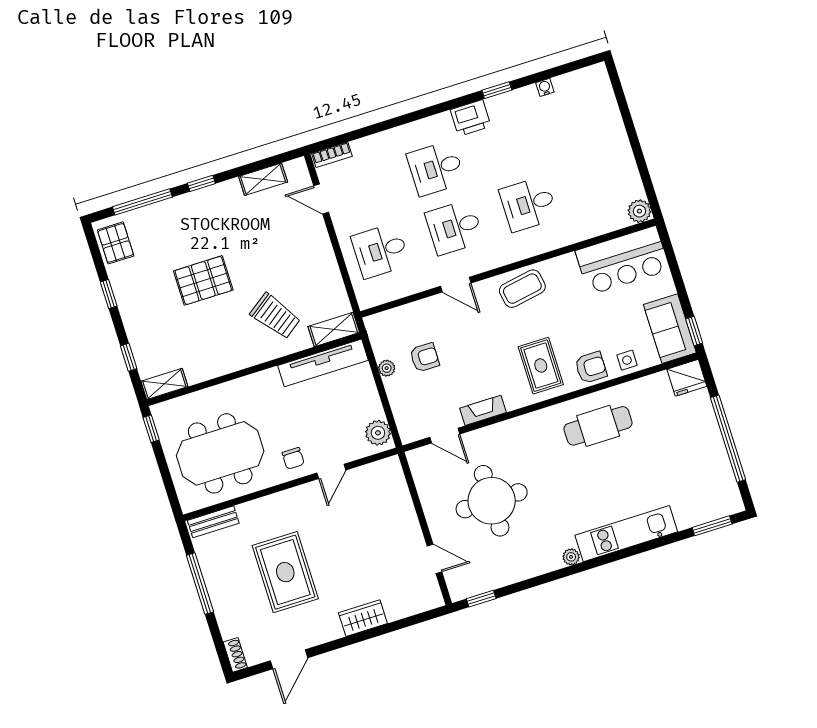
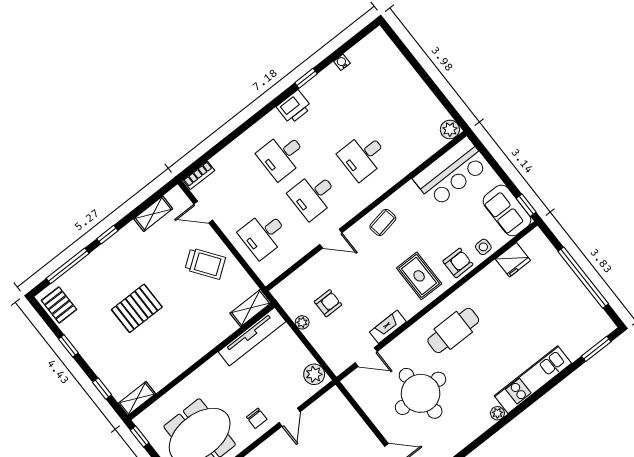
coffee table: (522, 289) -> (383, 222), width x0.73, depth x0.77
trolley: (275, 316) -> (205, 264), moved
fridge: (687, 378) -> (513, 260), moved
cafe table: (598, 426) -> (453, 330), moved

